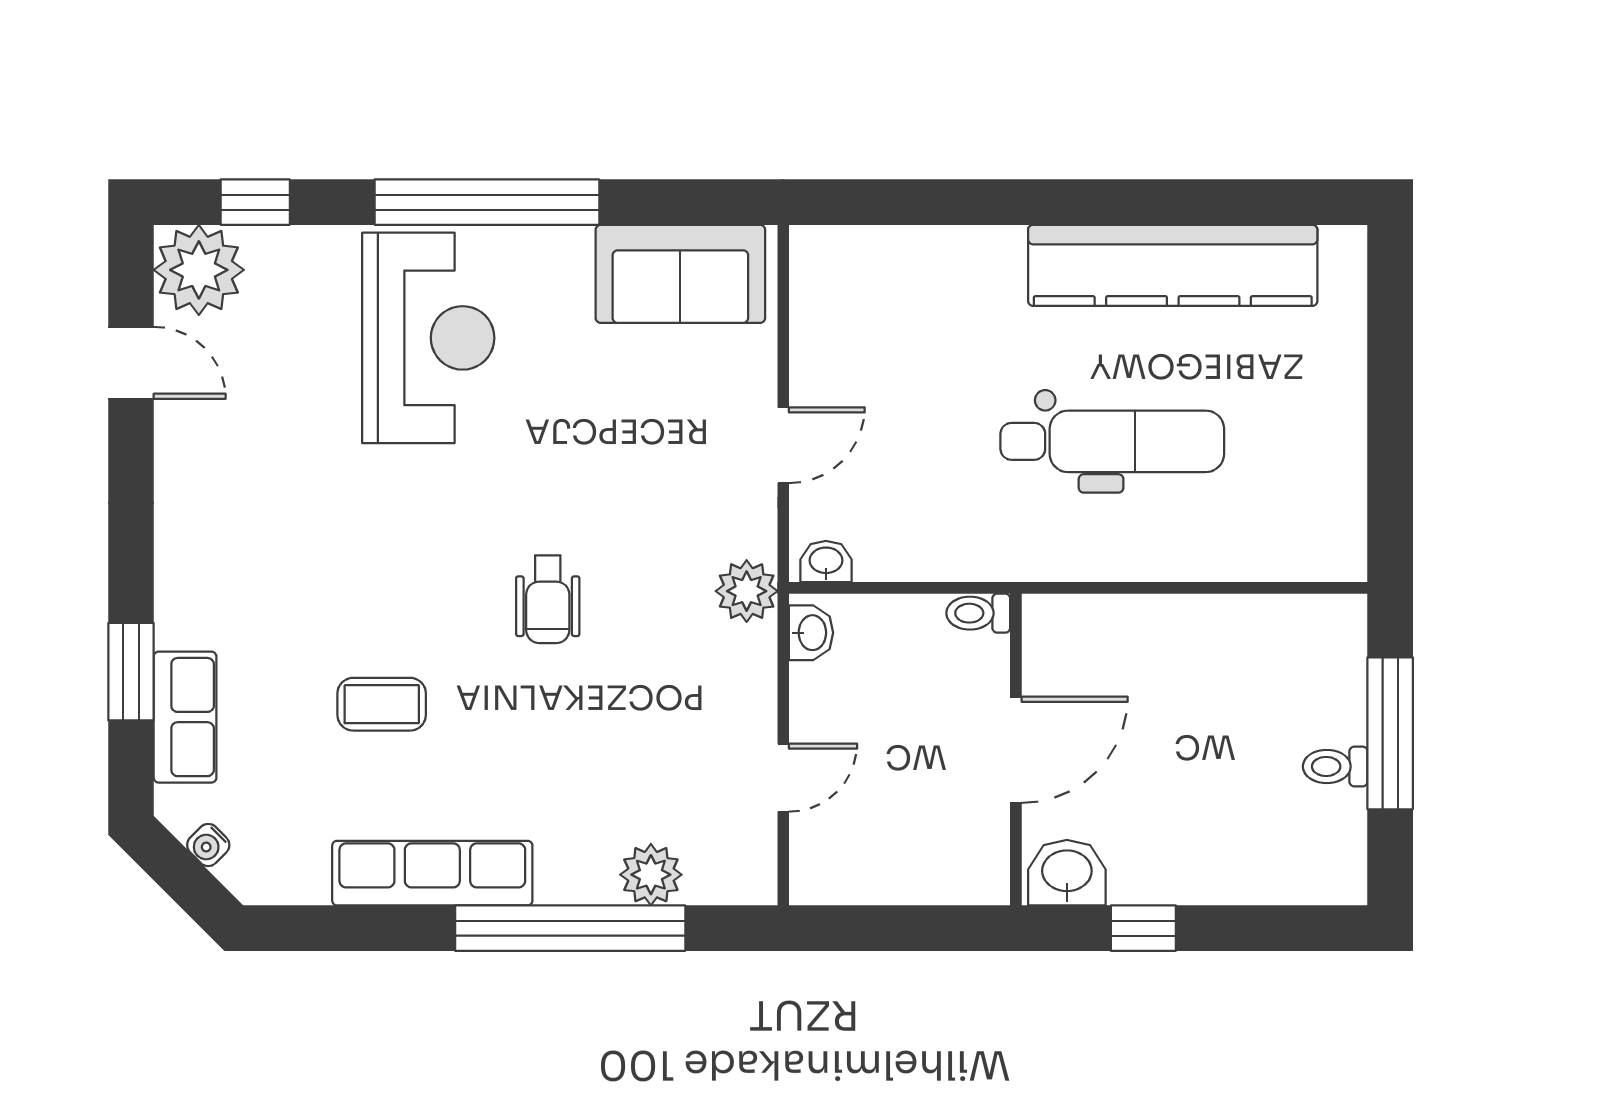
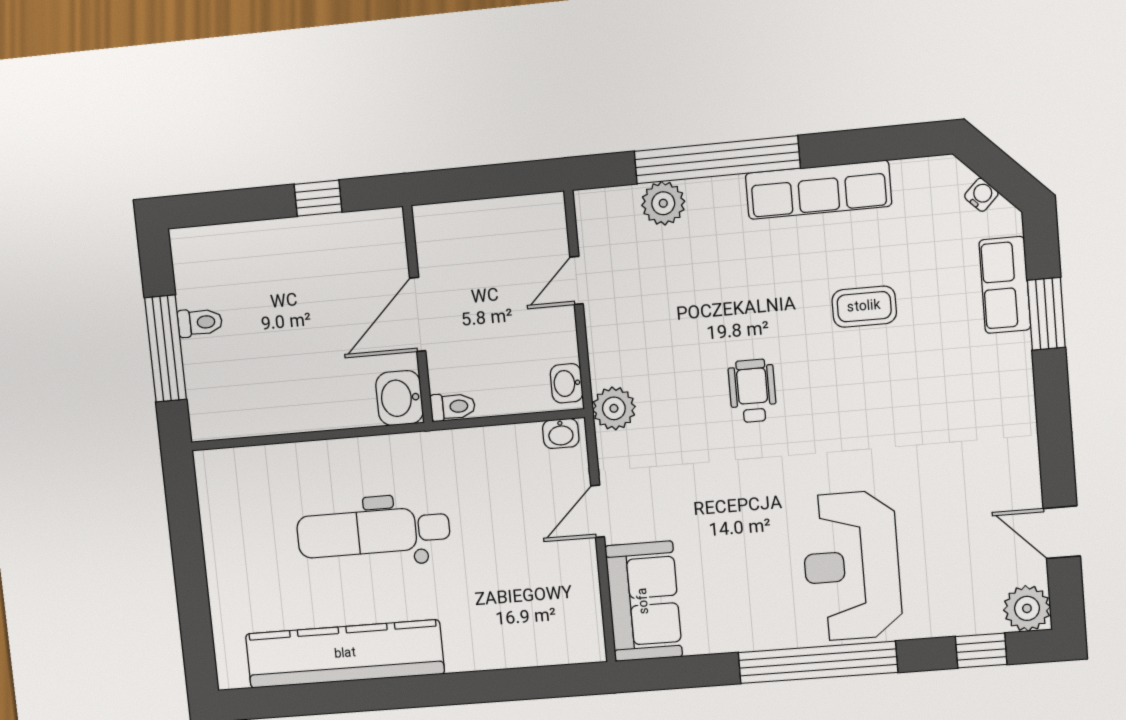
plant: (199, 270) -> (1027, 608), width x0.73, depth x0.73
sofa: (680, 274) -> (644, 601), moved, turned 90
washbasin: (1067, 873) -> (400, 398), moved, turned 90

